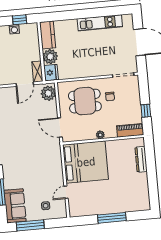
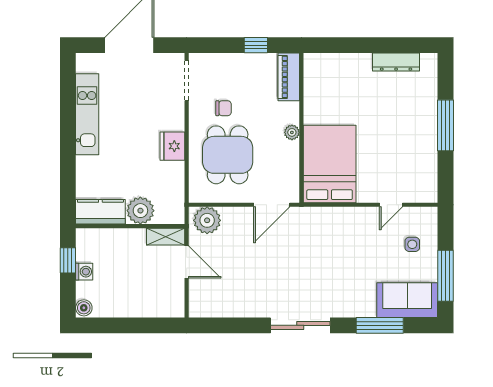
fridge: (51, 73) -> (172, 146), moved, turned -90
dresser: (141, 159) -> (396, 62), moved
bed: (86, 162) -> (330, 164), width x0.73
door: (66, 192) -> (391, 205), hinge flipped

